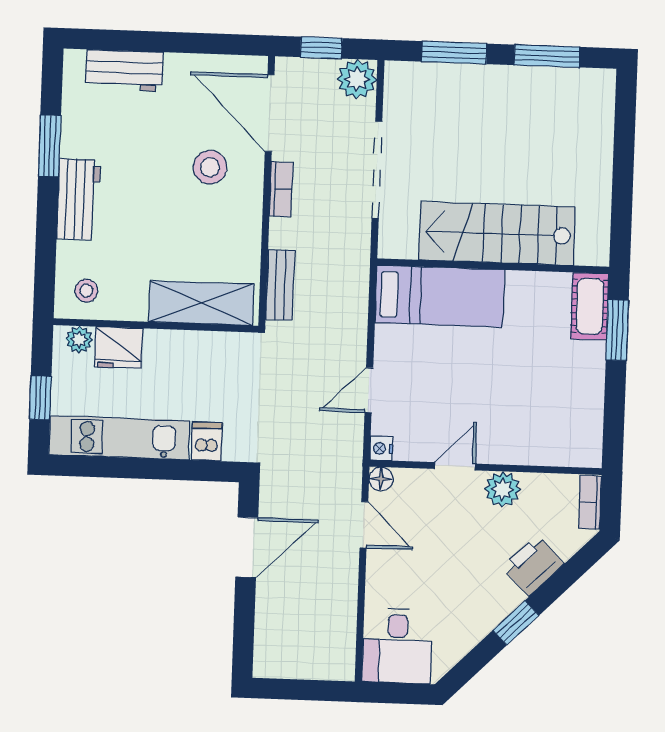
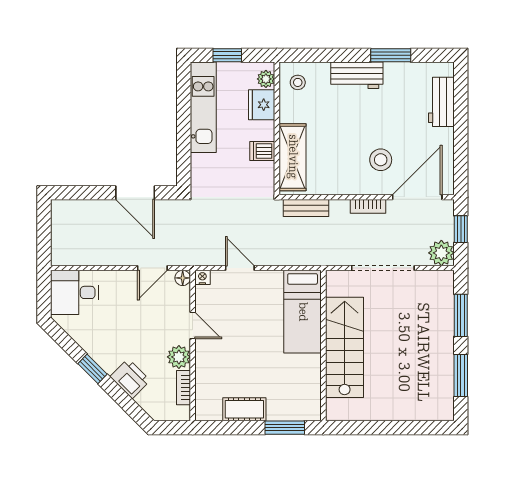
cot: (590, 306) -> (244, 409), moved
dishwasher: (207, 442) -> (262, 151), moved, turned 180
bookcase: (590, 502) -> (184, 388), moved, turned -90

